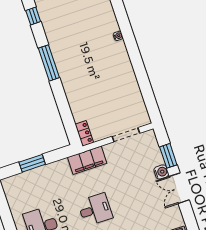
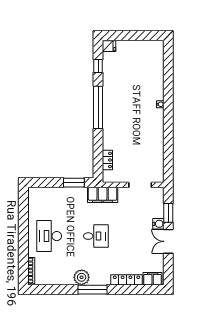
window: (49, 63) -> (98, 107), width x1.46
locker: (84, 133) -> (107, 160), moved
window: (32, 163) -> (74, 183), moved

